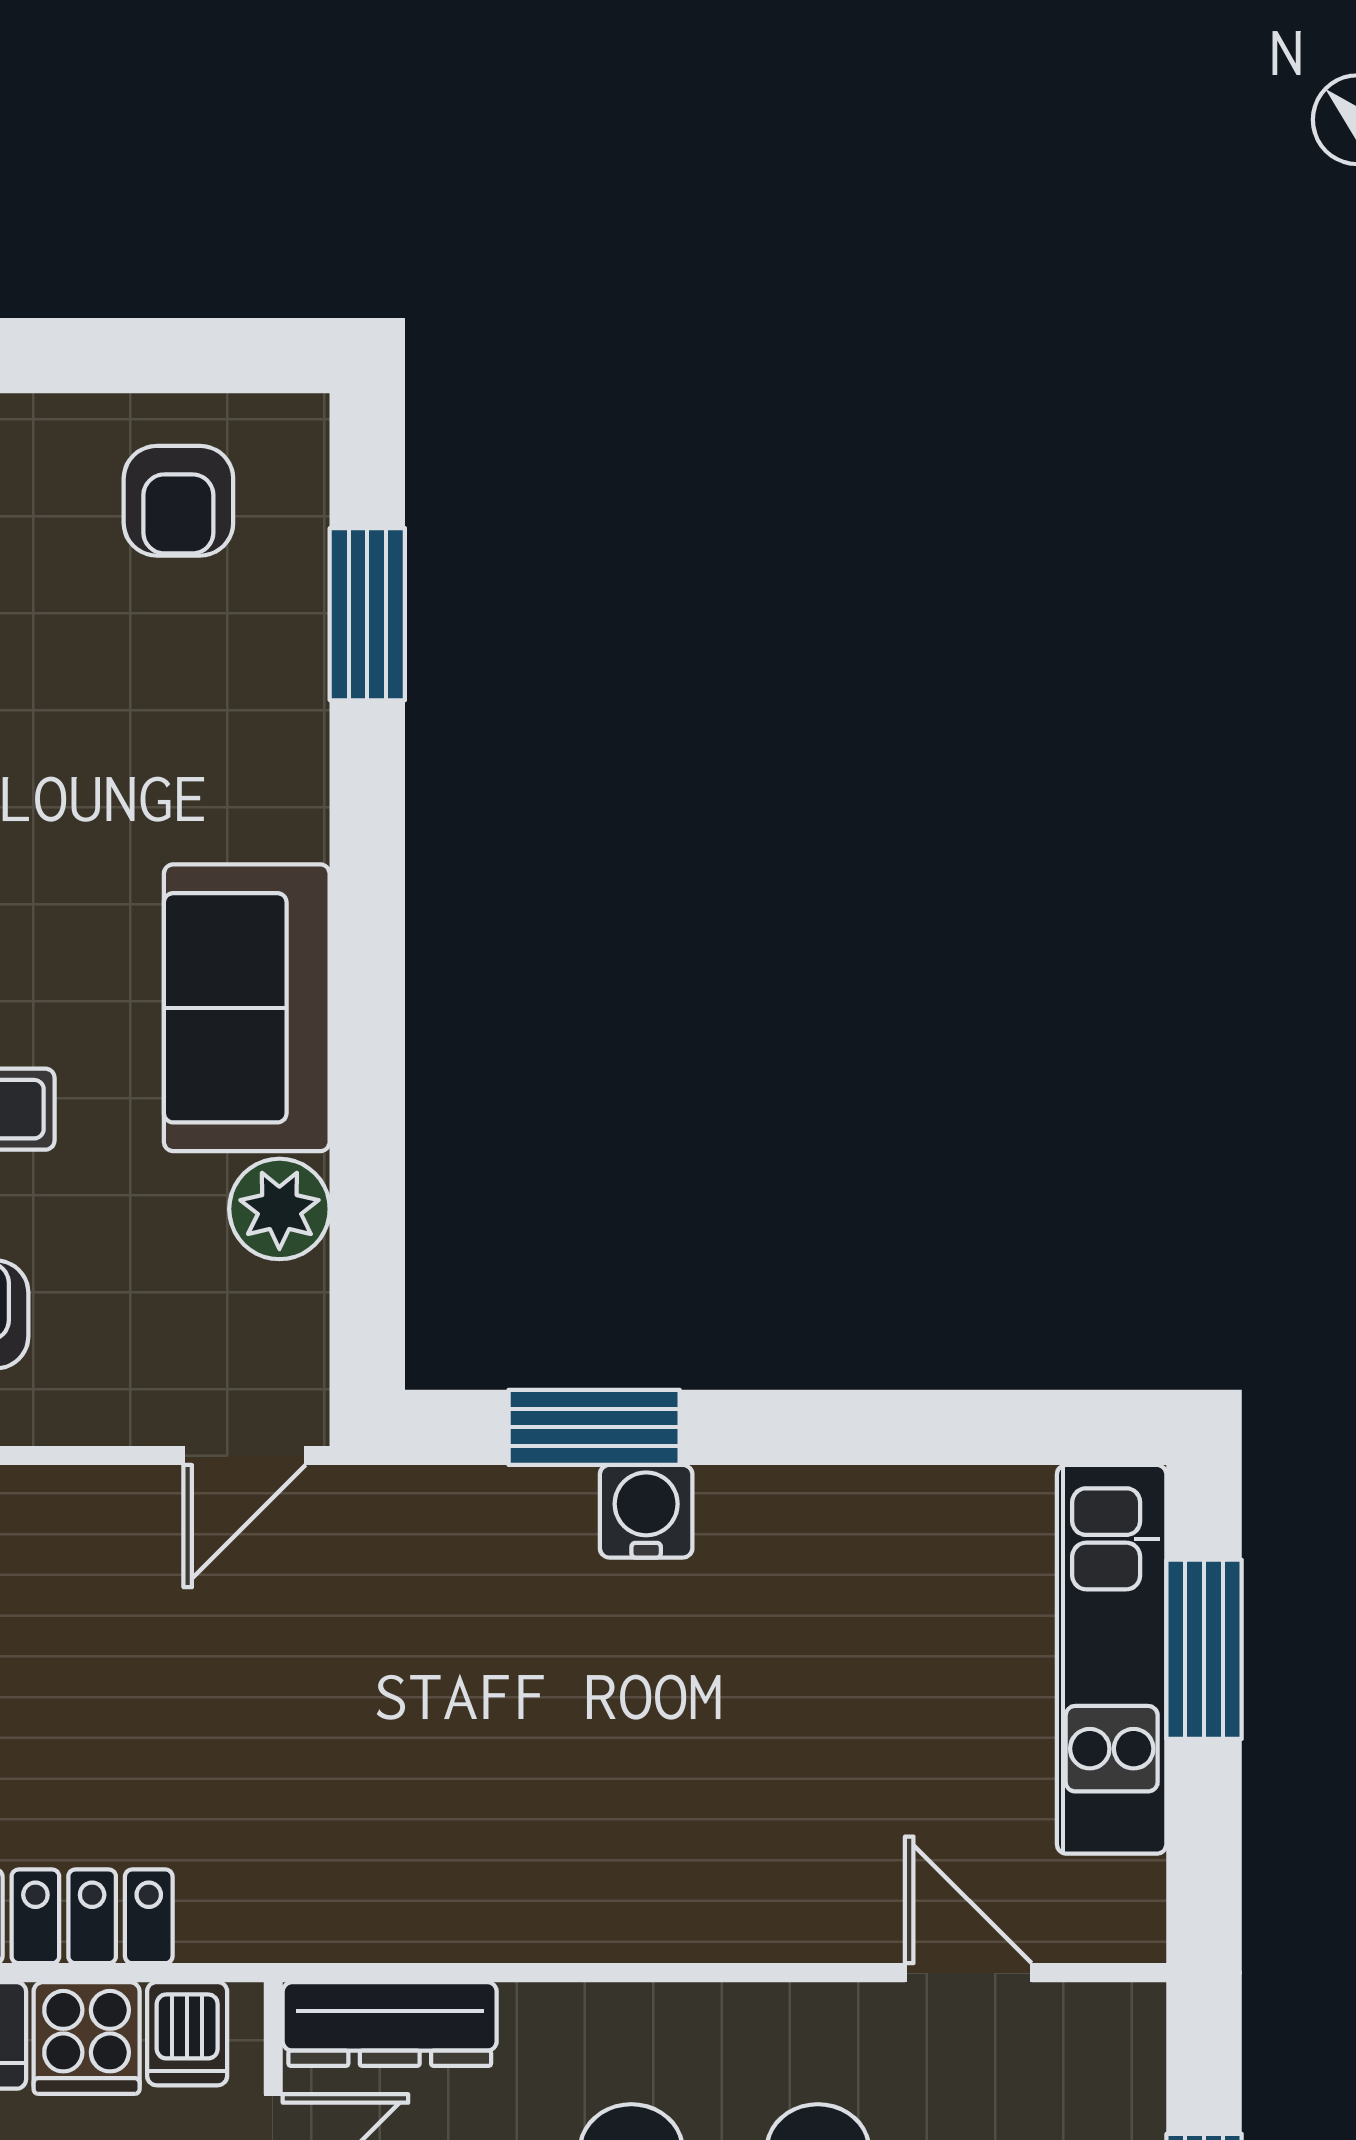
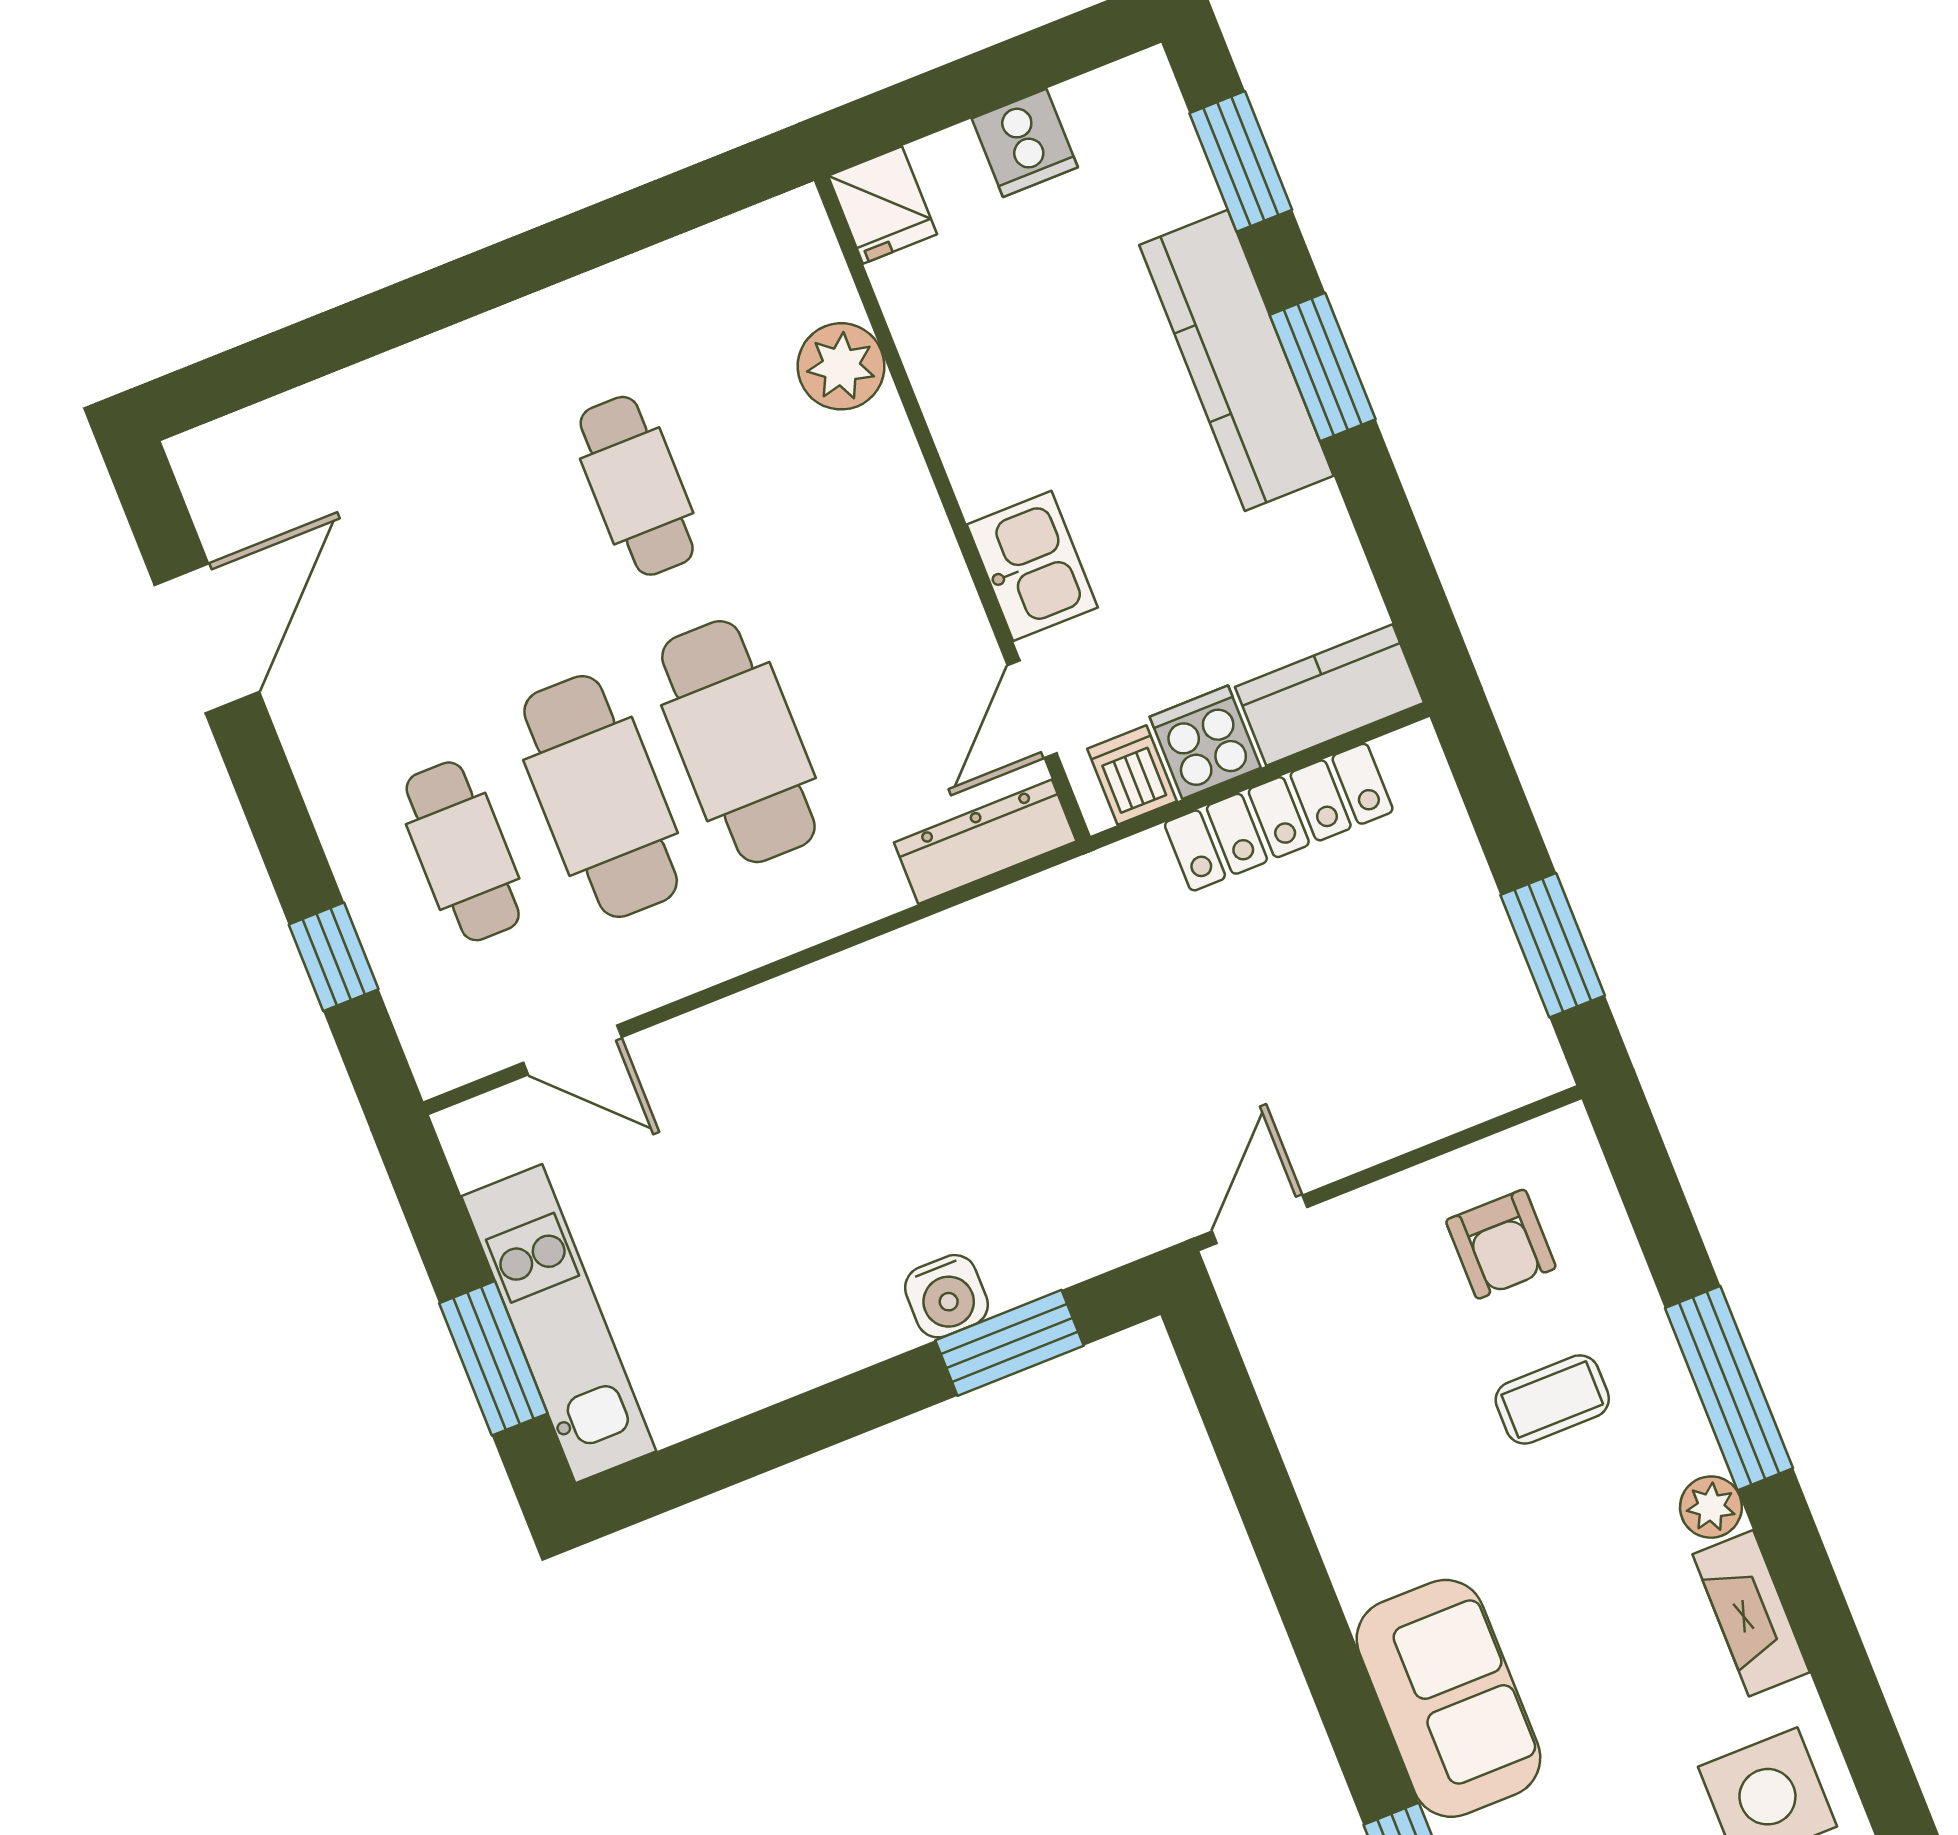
sofa: (247, 1008) -> (1448, 1698), moved
plant: (279, 1209) -> (1306, 1412), removed

